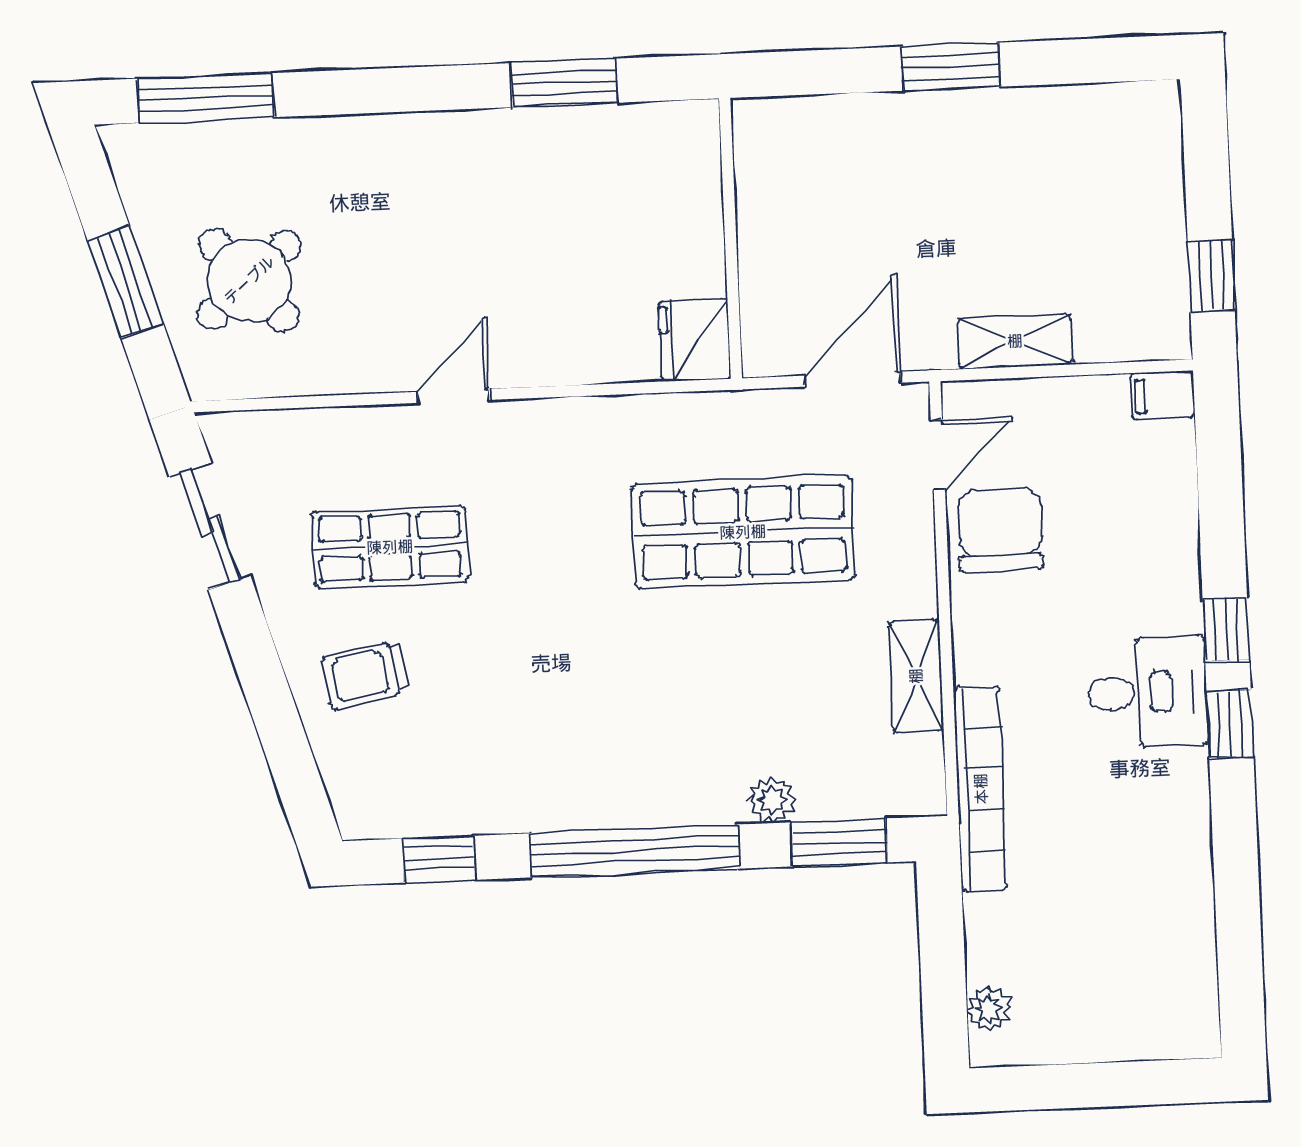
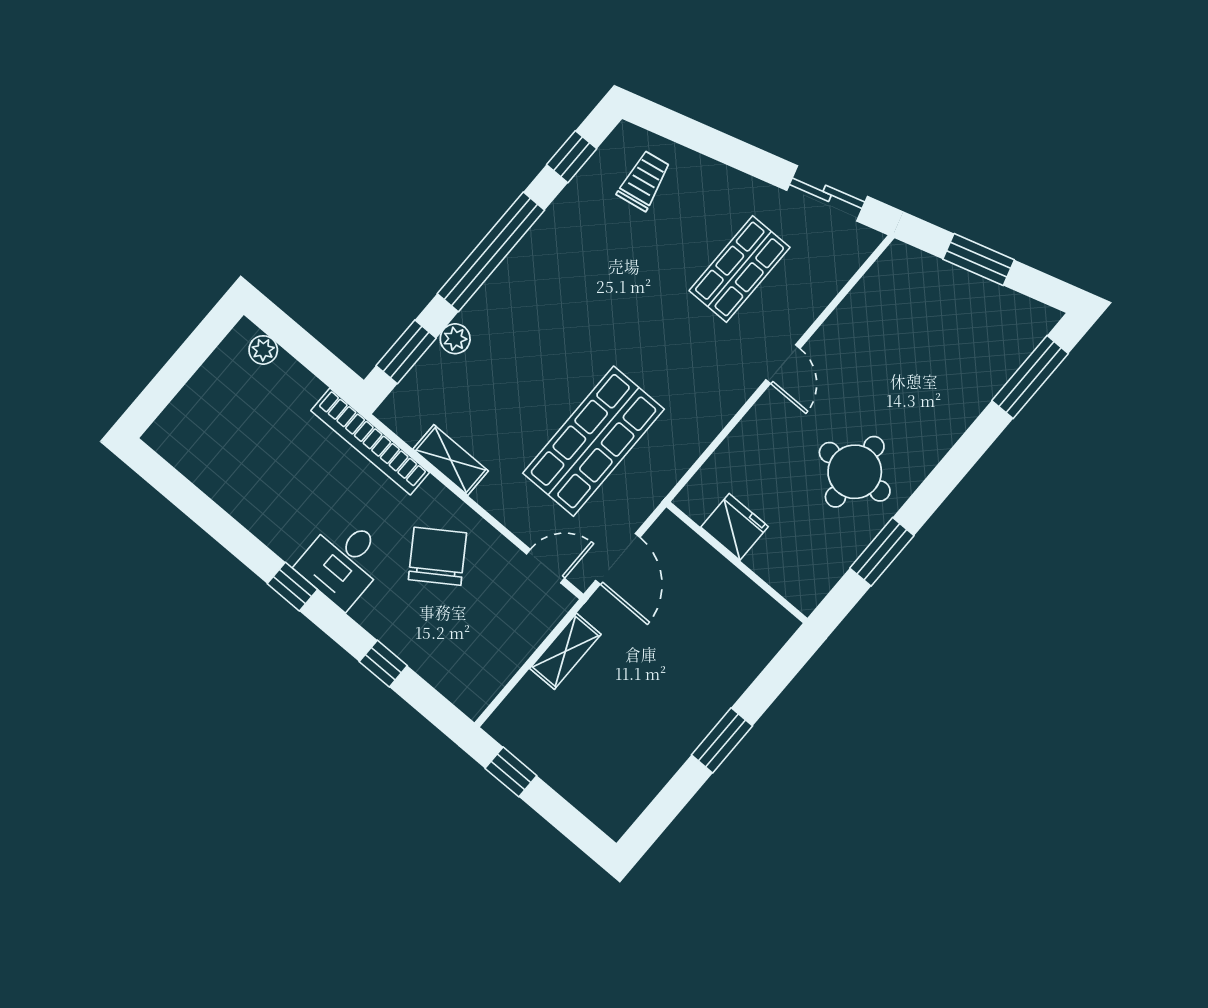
round table: (249, 280) -> (855, 472), moved, turned 38
fridge: (695, 340) -> (734, 527), moved
filing cabinet: (1163, 395) -> (476, 697), removed
door: (938, 455) -> (545, 566), swing flipped
chair: (1000, 530) -> (437, 556), moved, turned -124
window: (1226, 629) -> (383, 664), moved
trolley: (366, 675) -> (644, 181), moved

